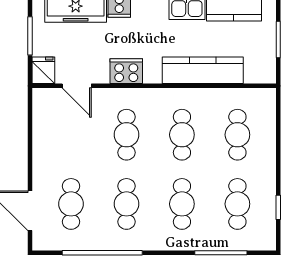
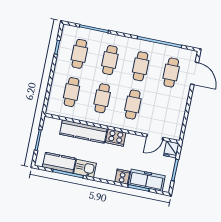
cooker: (126, 71) -> (116, 138), moved
door: (77, 86) -> (155, 137), swing flipped

